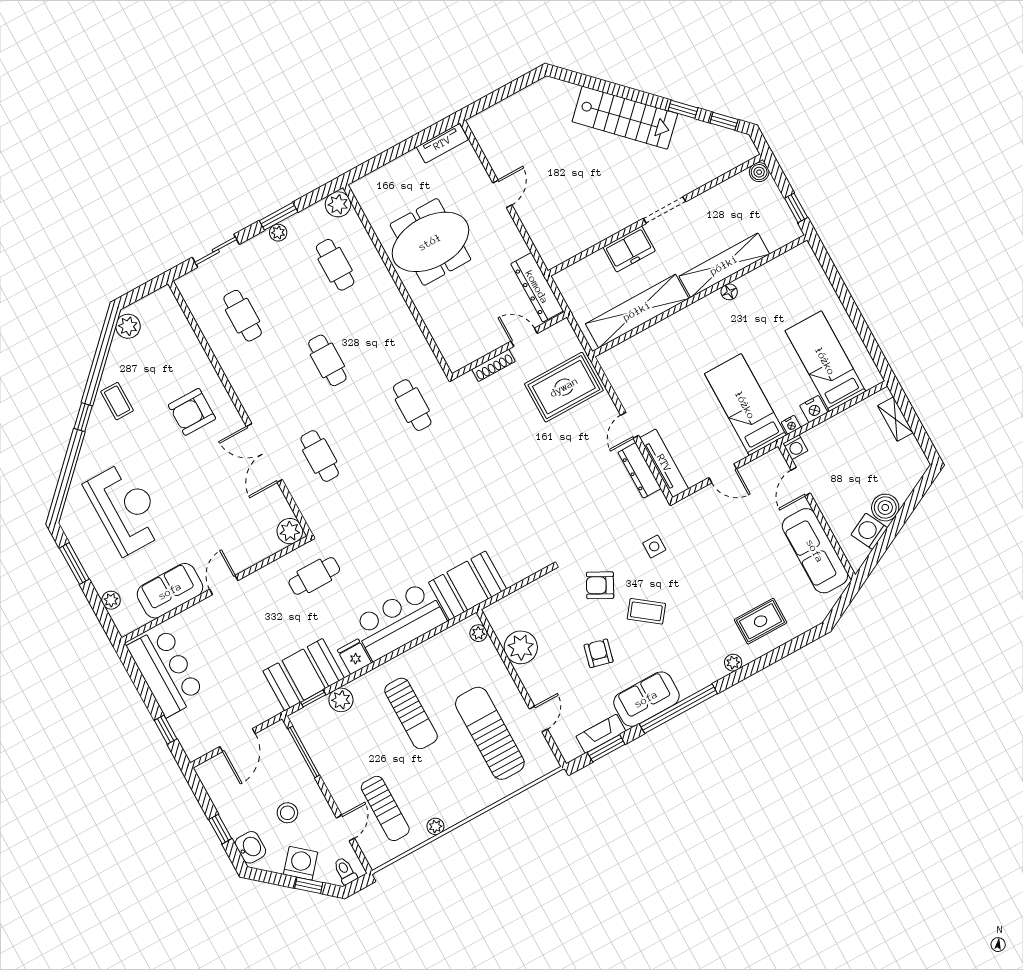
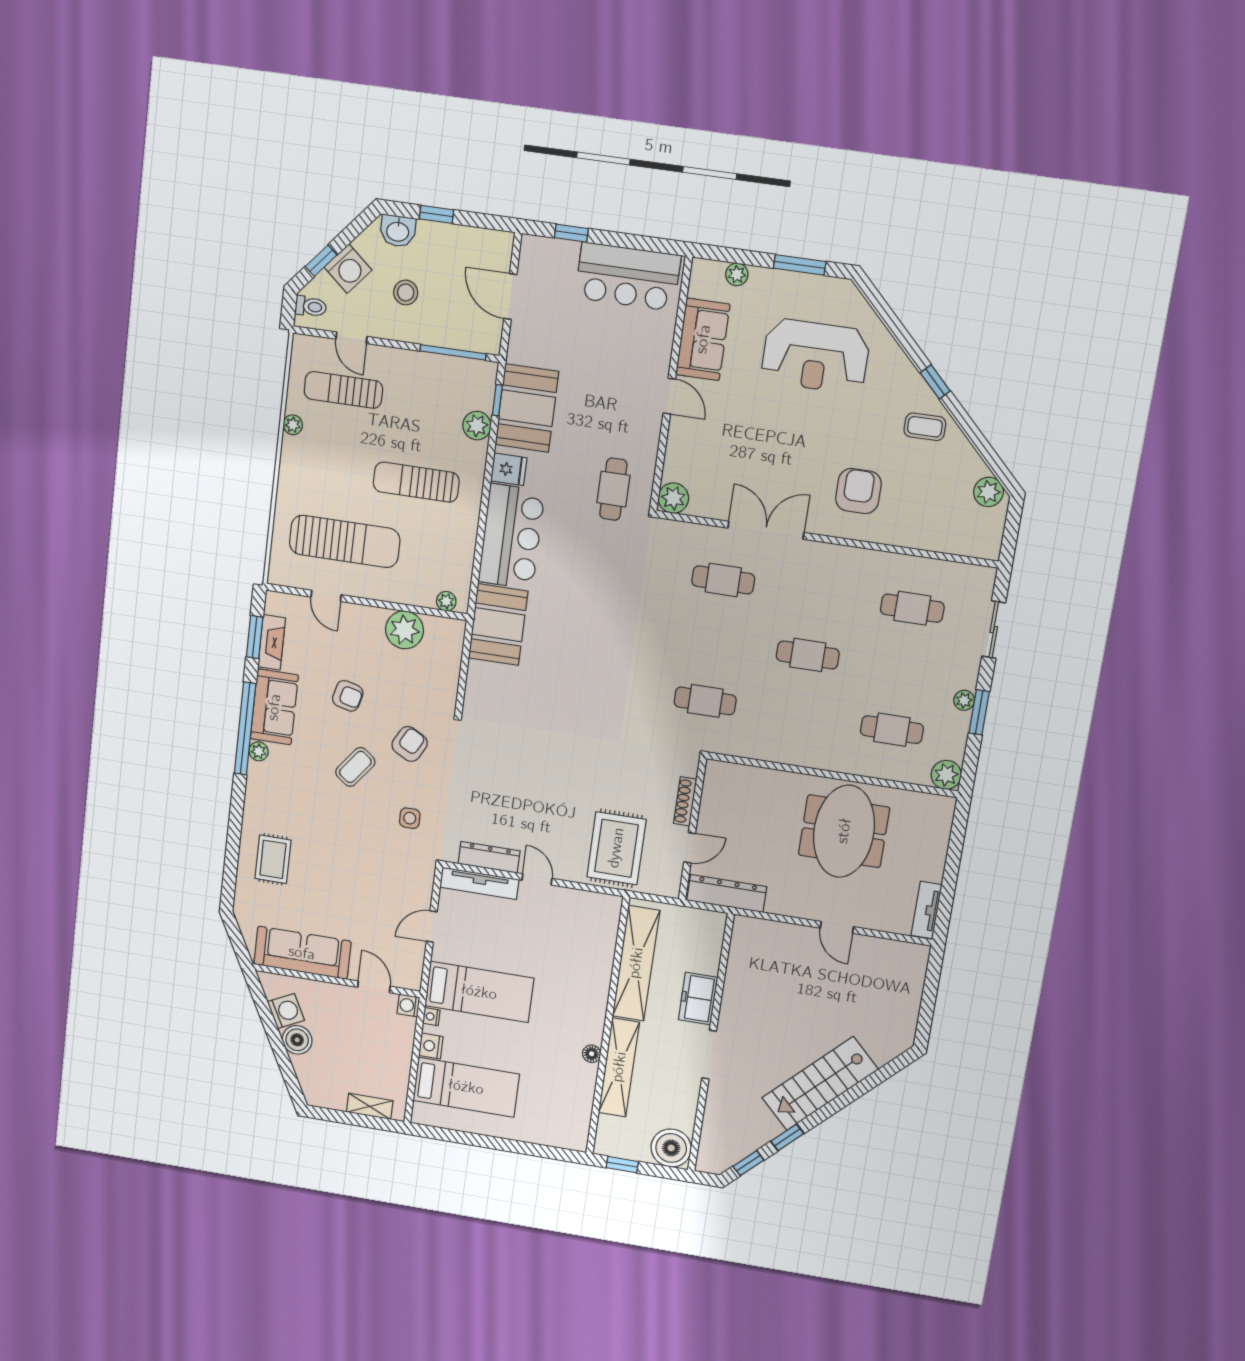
boiler: (759, 172) -> (671, 1148), width x1.86, depth x1.86
plant: (733, 663) -> (259, 751), moved

